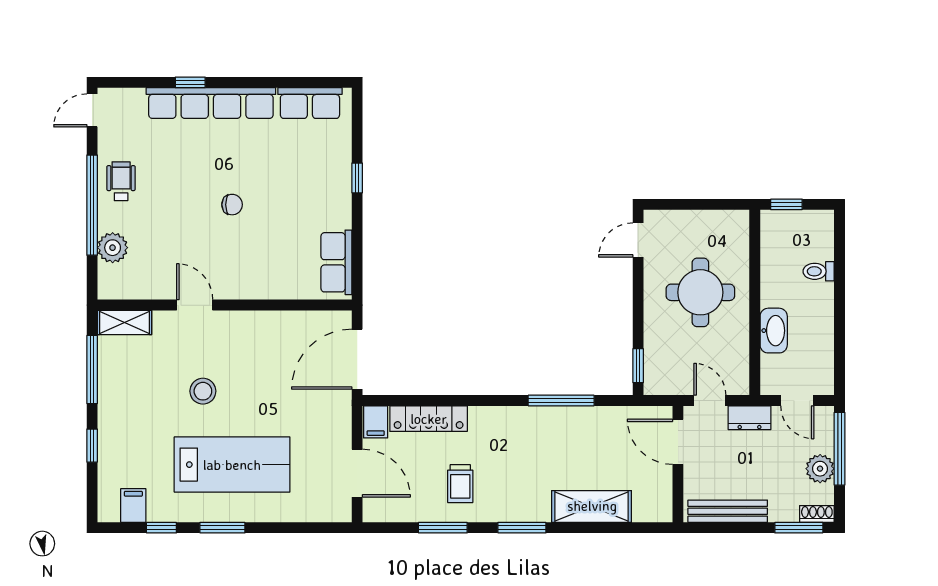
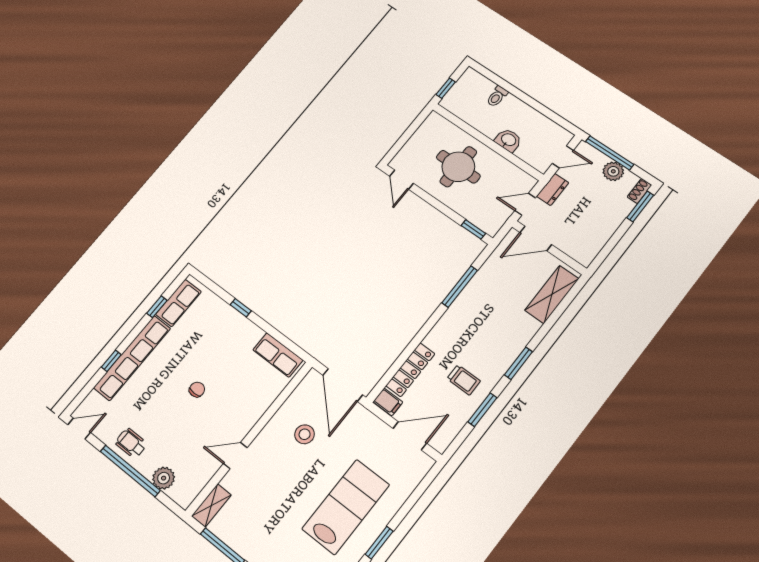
window: (287, 82) -> (157, 307), added
door: (92, 110) -> (79, 429), swing flipped
washbasin: (774, 331) -> (508, 140), width x0.72
stool: (203, 391) -> (305, 434), moved
shelving: (592, 506) -> (552, 295), moved
bench: (728, 511) -> (599, 239), removed

